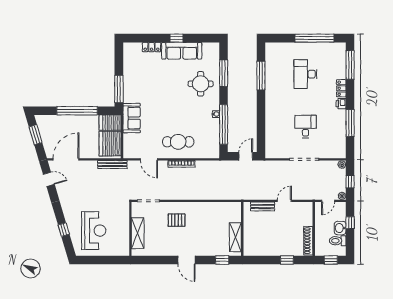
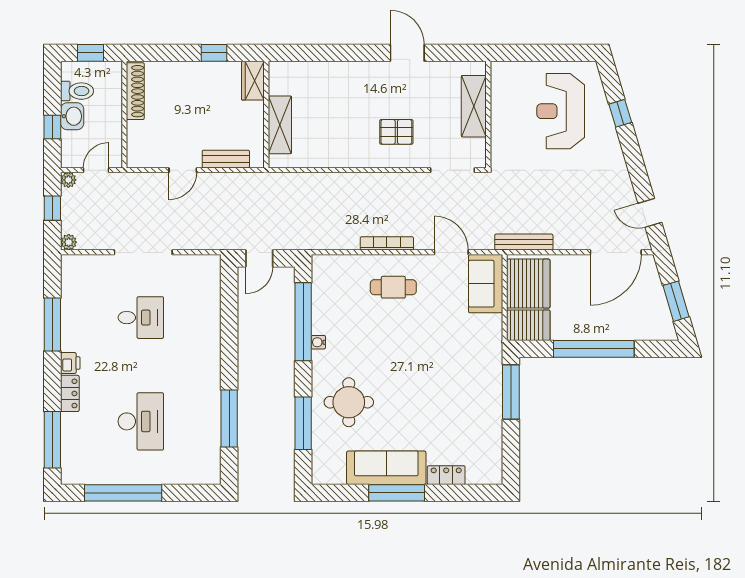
window: (177, 38) -> (397, 493), width x2.17
sofa: (132, 118) -> (486, 284), moved
desk: (305, 127) -> (141, 318), turned -90
cafe table: (178, 142) -> (393, 287), width x0.73, depth x0.74
shelving: (235, 237) -> (280, 125), moved
wardrobe: (249, 246) -> (253, 81), added
door: (186, 260) -> (407, 53), moved
window: (222, 260) -> (306, 53), removed
window: (287, 260) -> (214, 53), moved

